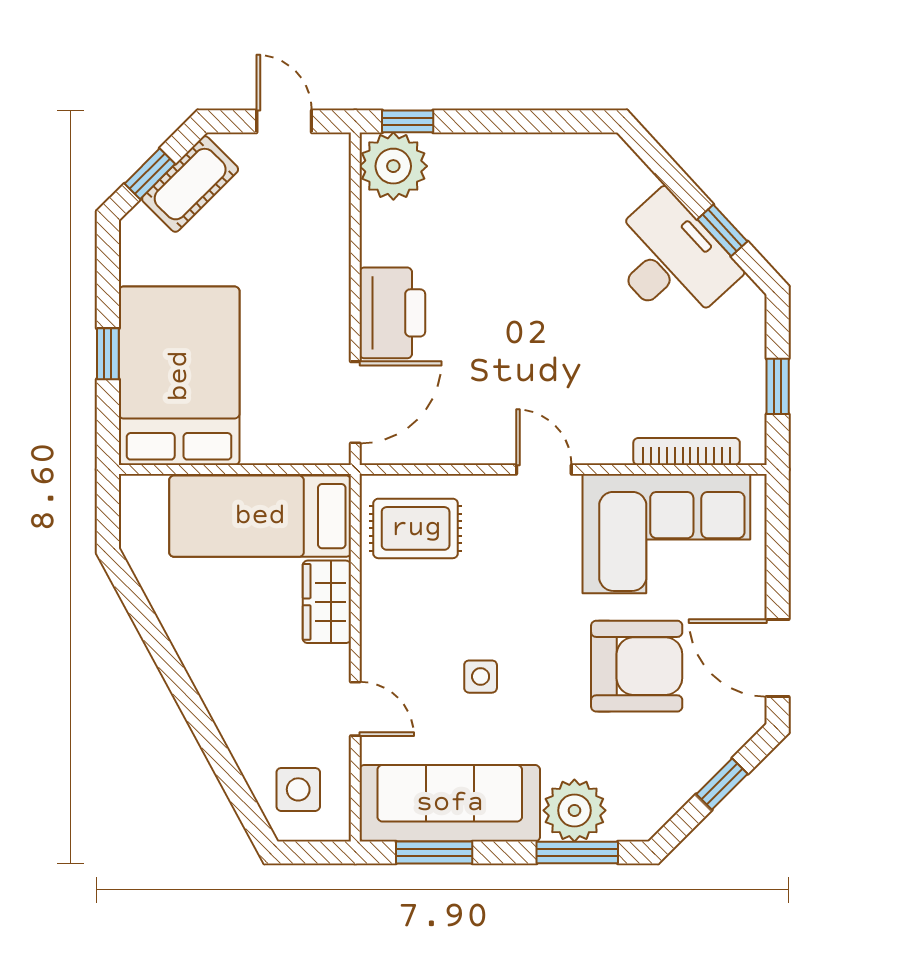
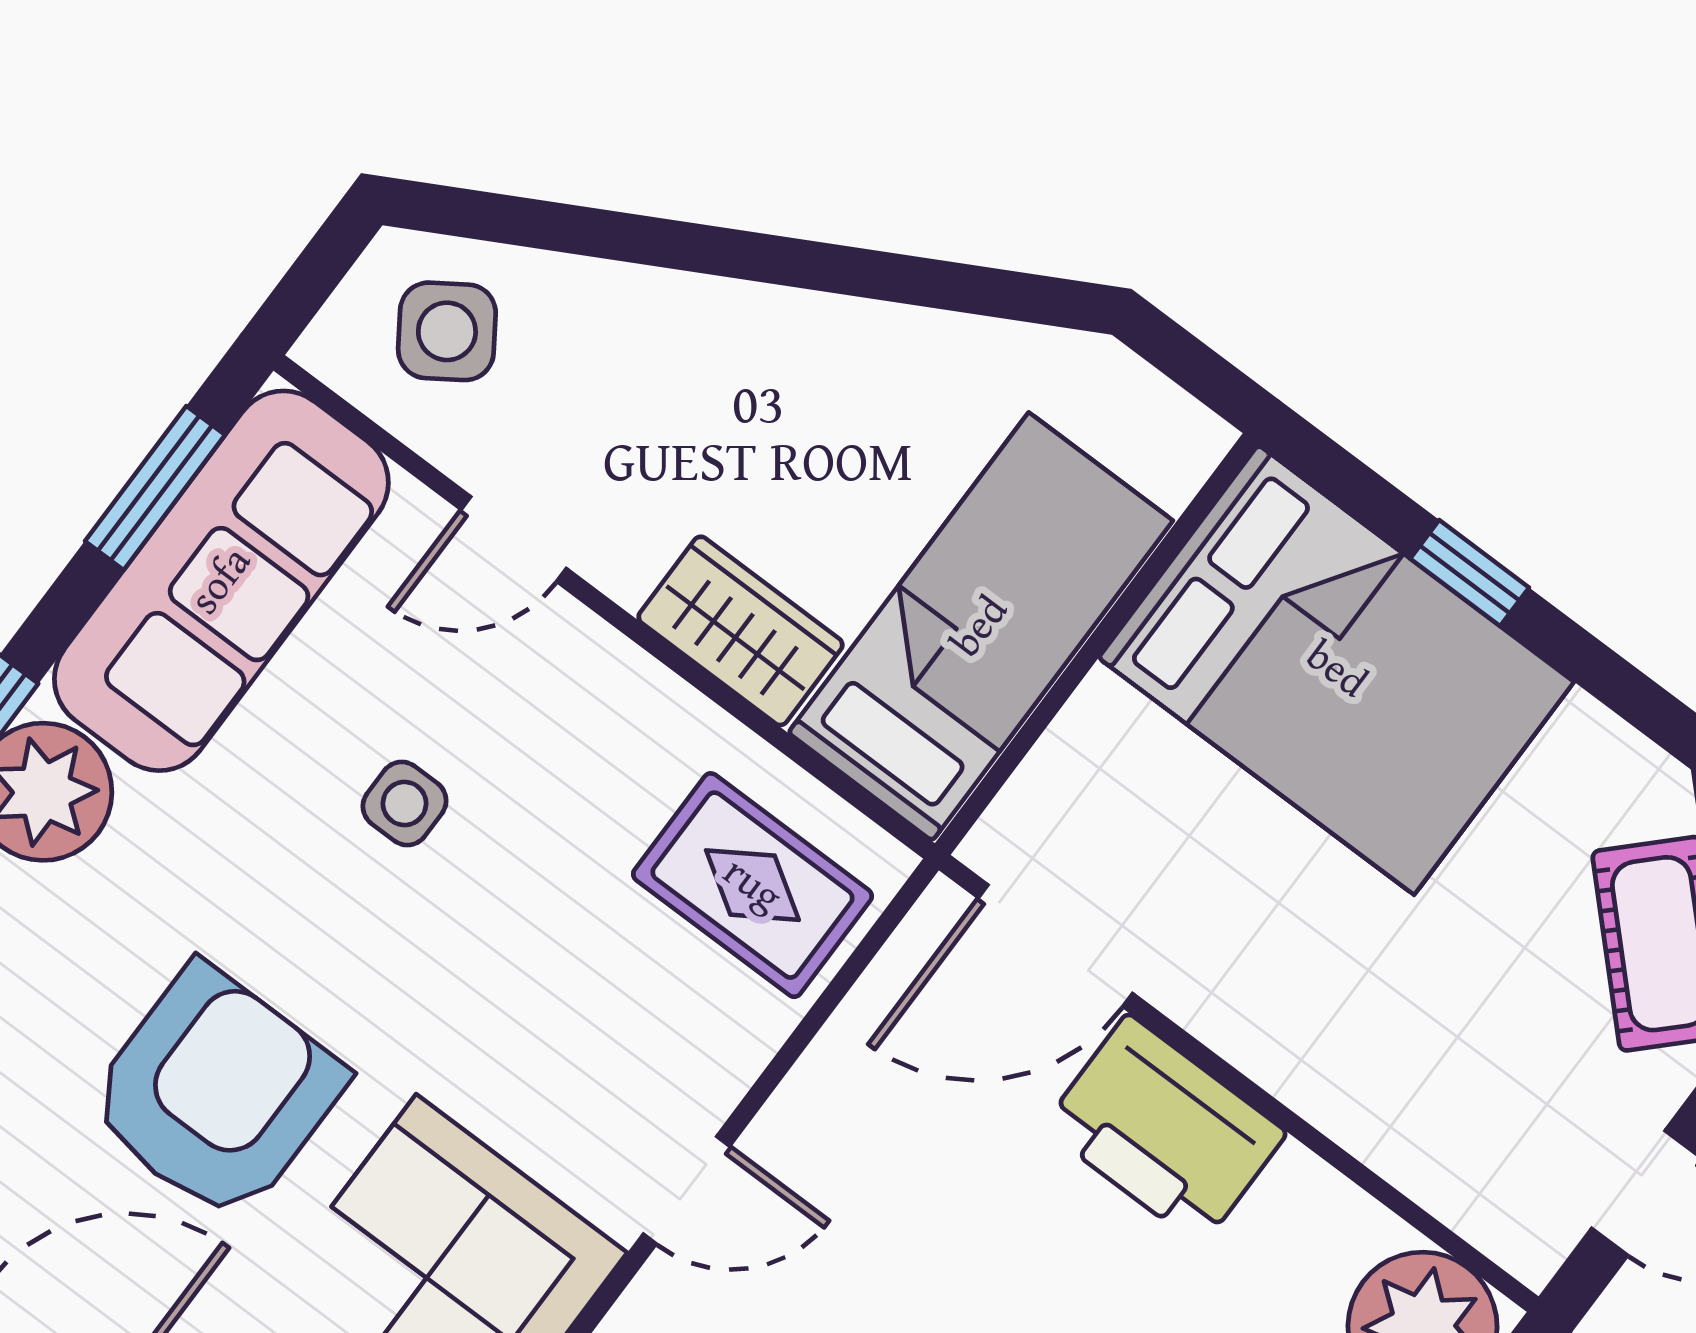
door: (355, 402) -> (1055, 946), hinge flipped
rug: (416, 528) -> (752, 885), turned 90
armchair: (637, 666) -> (216, 1093), turned 180
side table: (298, 789) -> (447, 331), turned -34

